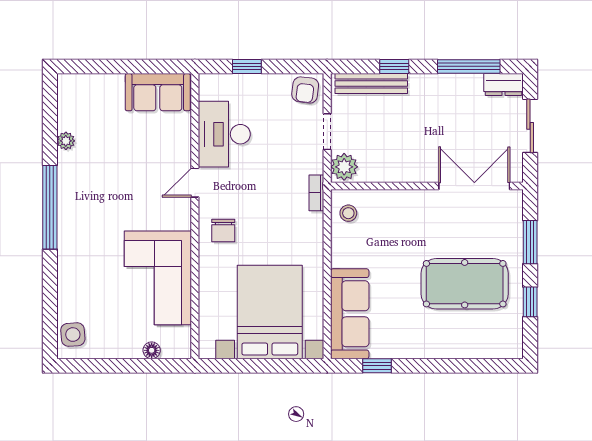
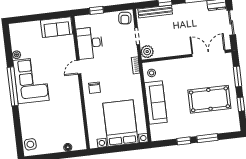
corner sofa: (158, 278) -> (31, 80), moved, turned 180
sofa: (350, 314) -> (156, 102), moved
window: (377, 366) -> (184, 141), moved
window: (451, 366) -> (207, 138), added

